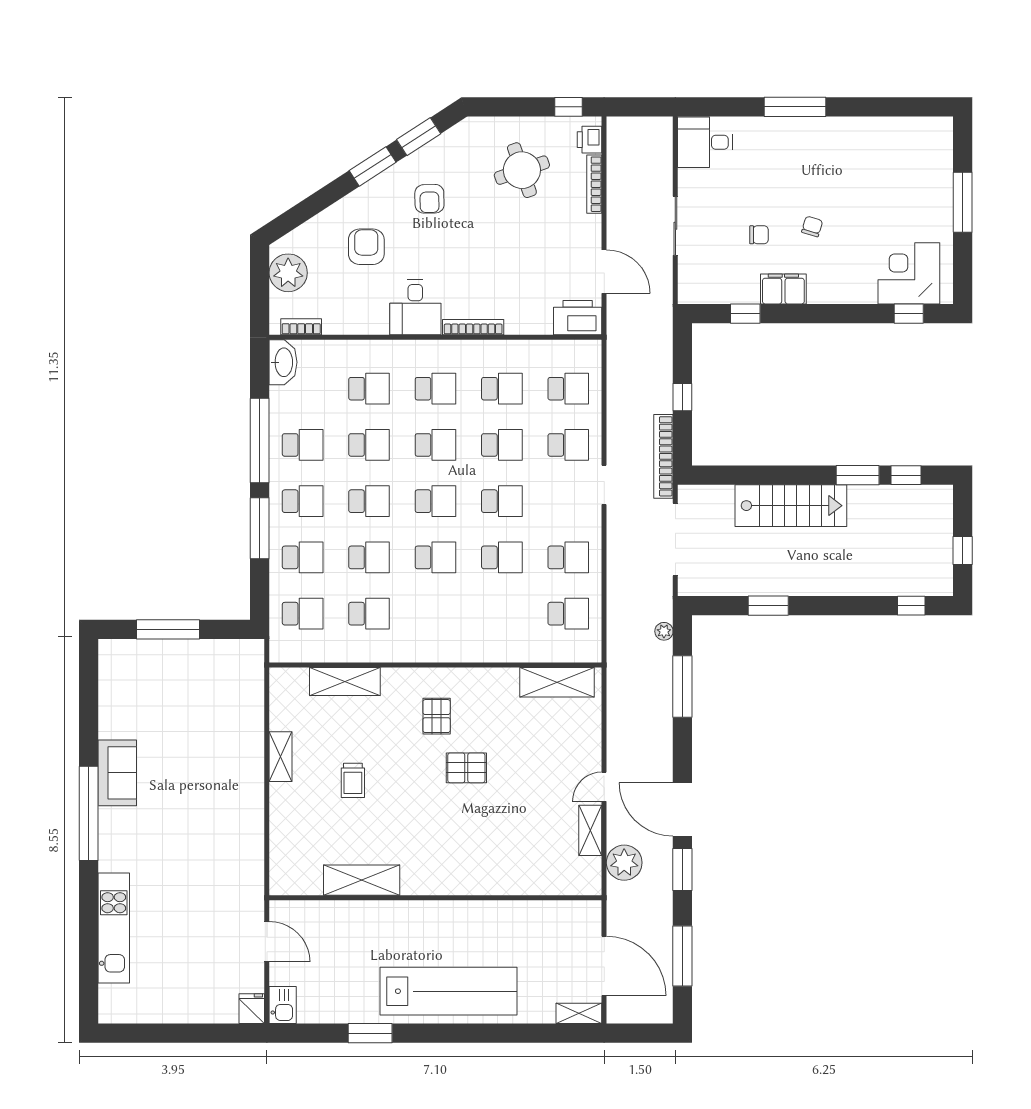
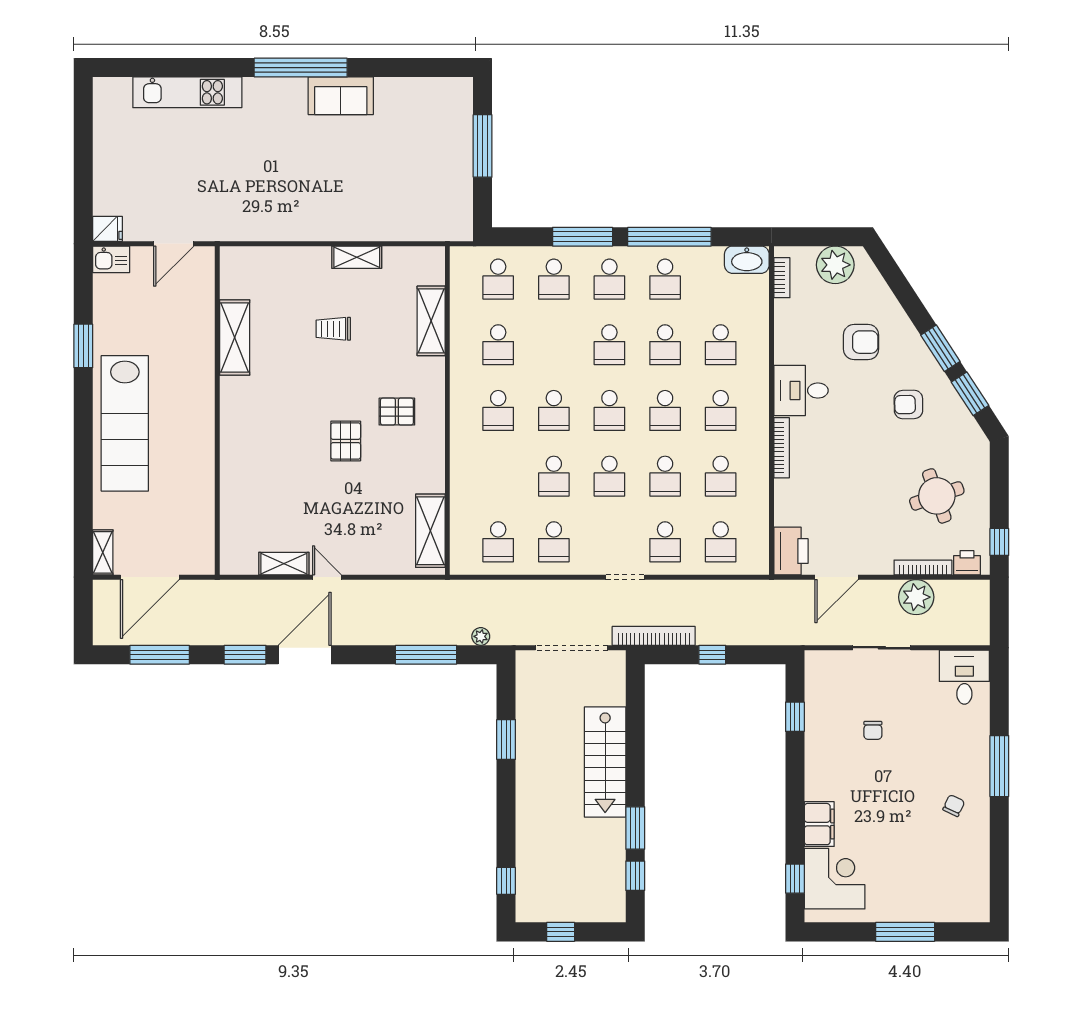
chair: (812, 226) -> (954, 806), moved, turned -82
filing cabinet: (783, 289) -> (819, 824), moved
school desk: (369, 557) -> (498, 410), moved
plant: (624, 863) -> (916, 597), moved

